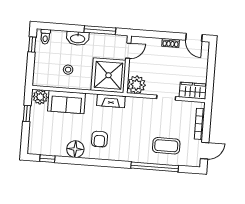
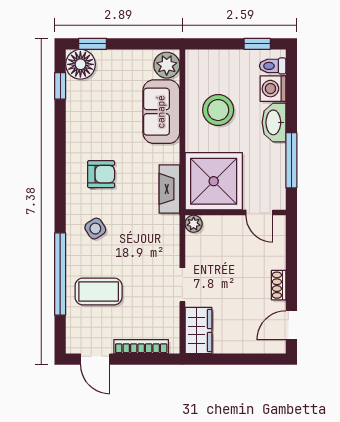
washing machine: (58, 37) -> (273, 89), added
stool: (68, 70) -> (218, 110), width x1.89, depth x1.89
plant: (136, 85) -> (194, 224), width x0.53, depth x0.53
window: (27, 114) -> (92, 44), moved
armchair: (99, 139) -> (101, 174), turned 180
side table: (130, 145) -> (95, 229), added
coffee table: (166, 146) -> (99, 291), turned 90
floor lamp: (75, 149) -> (80, 64), moved

